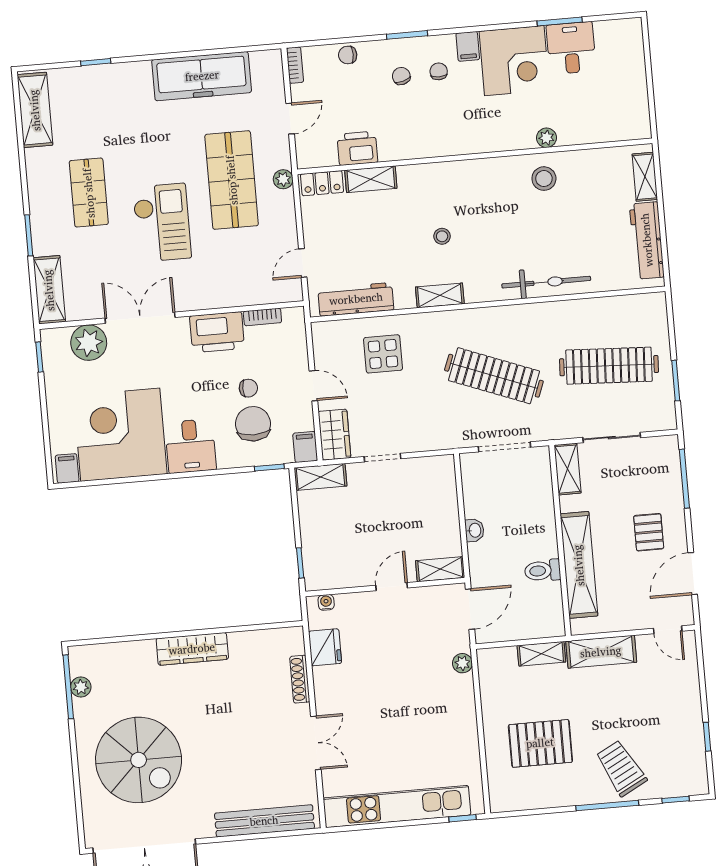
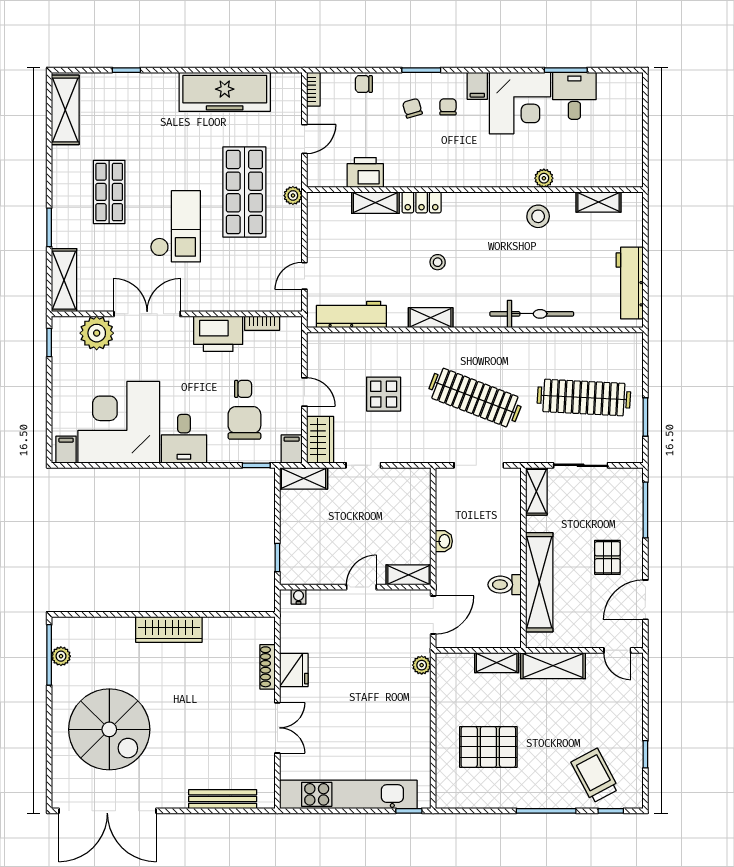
shelving: (645, 177) -> (599, 202), moved, turned 90
locker: (322, 183) -> (422, 202), moved
display table: (383, 354) -> (384, 394), moved
fridge: (325, 647) -> (294, 670), moved
trolley: (621, 768) -> (595, 776), moved
bench: (264, 821) -> (223, 799), width x0.73, depth x0.82

